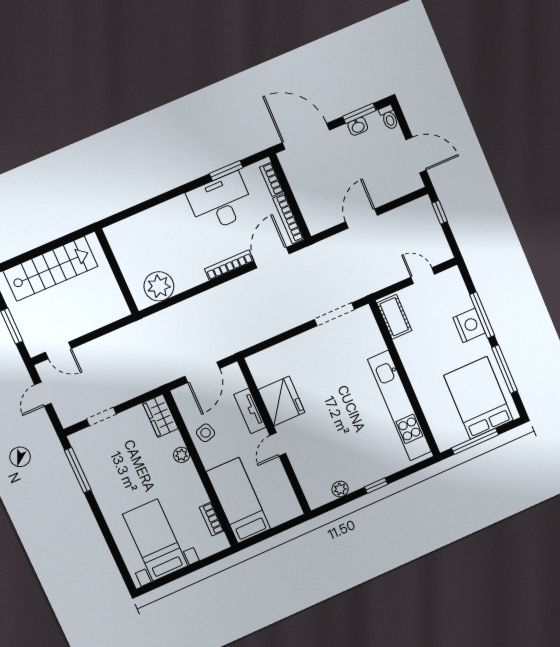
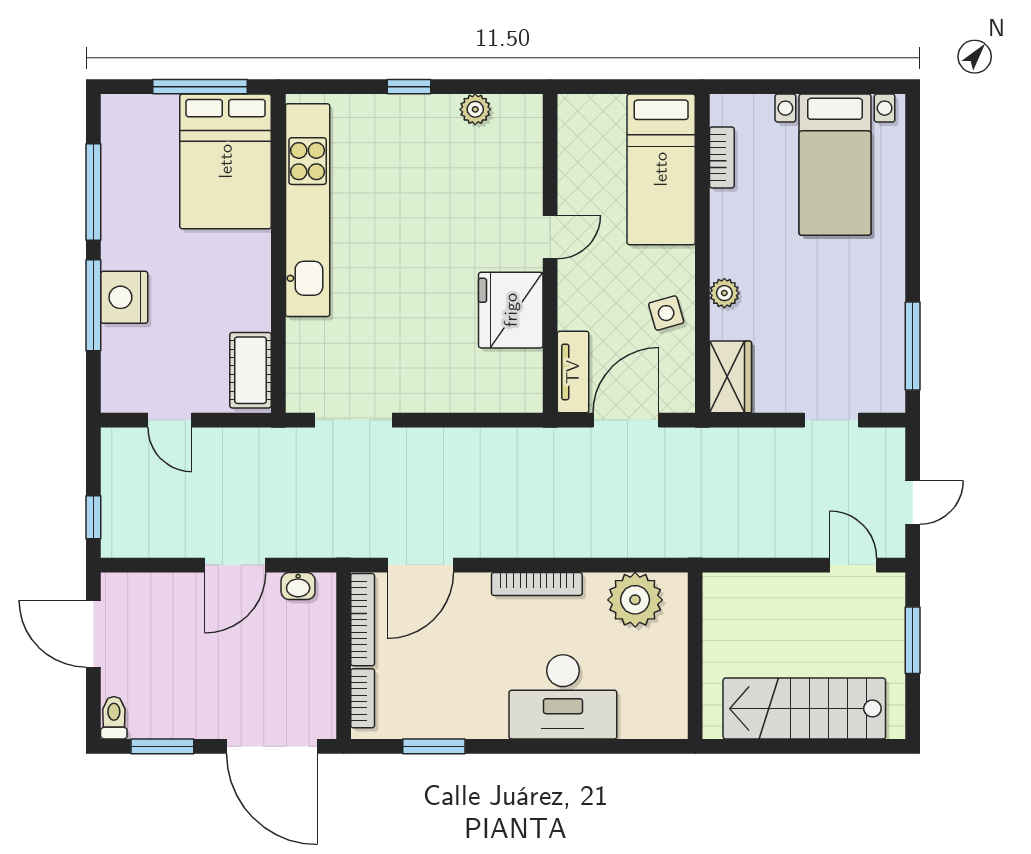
washbasin: (358, 126) -> (298, 586), moved, turned 180
desk: (221, 202) -> (563, 697), moved
bookcase: (229, 265) -> (537, 584), moved
bed: (479, 398) -> (226, 161), moved
tv unit: (250, 411) -> (573, 372), moved

